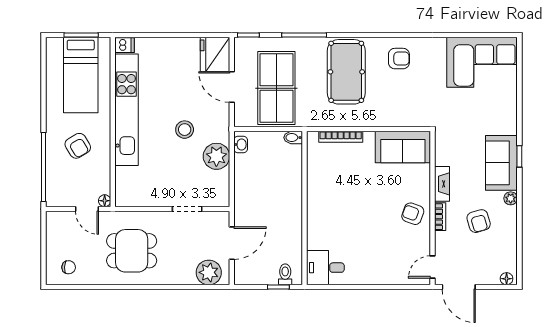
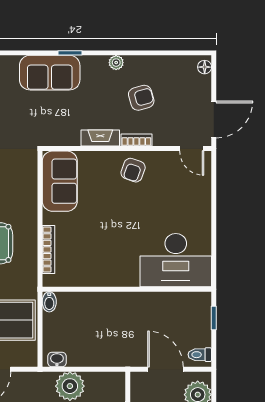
sofa: (501, 163) -> (50, 73), moved
desk: (325, 268) -> (176, 260), width x1.87, depth x1.30
toilet: (285, 274) -> (200, 355), moved

